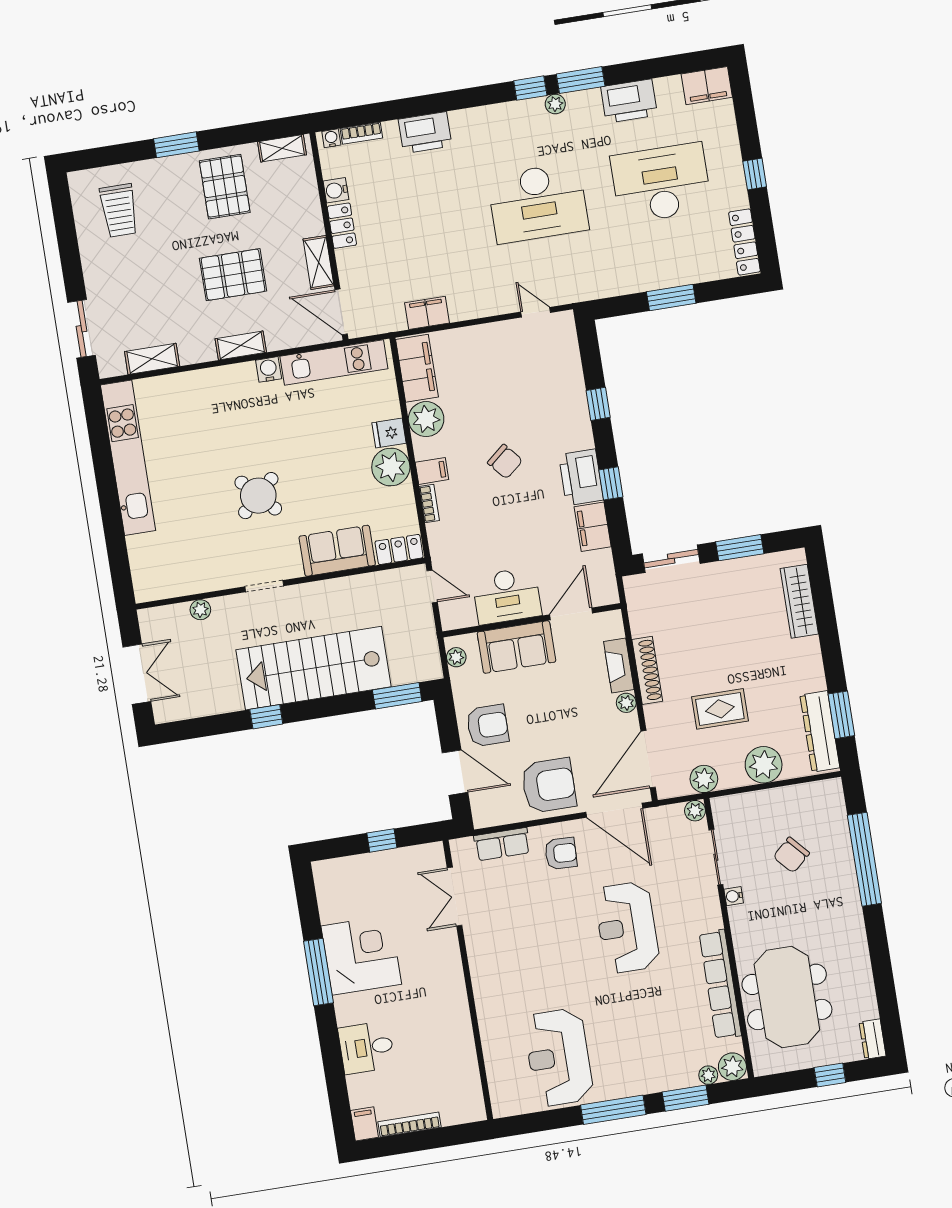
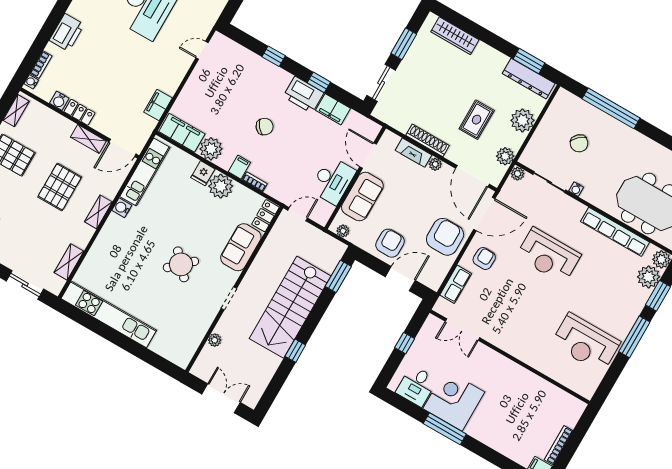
desk: (366, 1048) -> (417, 386), moved
plant: (708, 1075) -> (649, 277), width x1.87, depth x1.87

